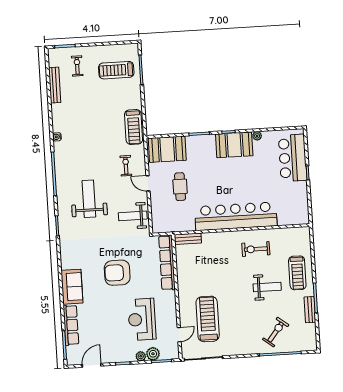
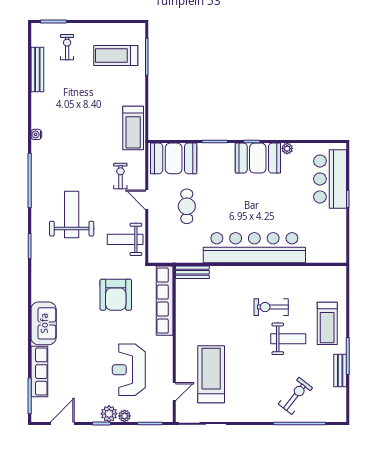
exercise bike: (256, 249) -> (271, 307), moved
armchair: (117, 273) -> (116, 295), moved, turned -90
plant: (153, 354) -> (109, 414), moved

